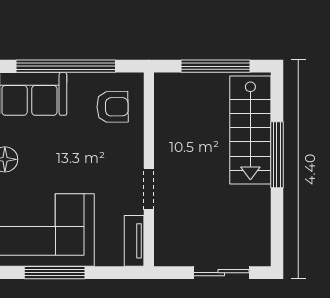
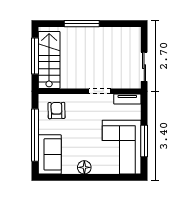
stairs: (250, 130) -> (49, 60), moved, turned -90
sliding door: (221, 273) -> (144, 67), moved

